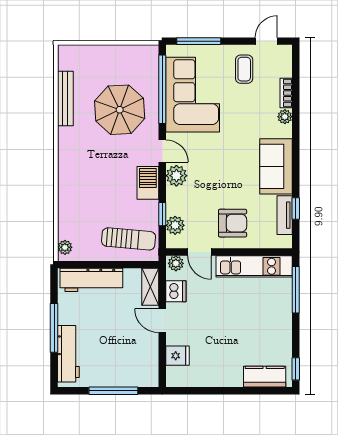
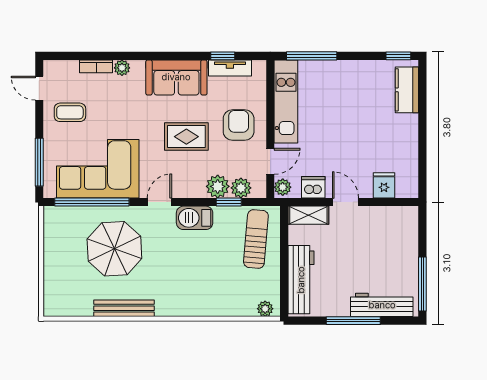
bench: (65, 99) -> (124, 308), moved
rug: (222, 175) -> (186, 137), added
plant: (176, 176) -> (218, 186), moved
door: (162, 321) -> (346, 202), swing flipped
window: (113, 391) -> (422, 284), moved

